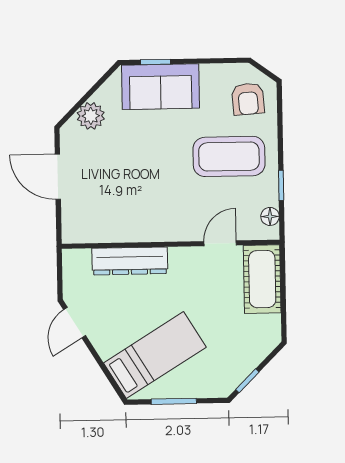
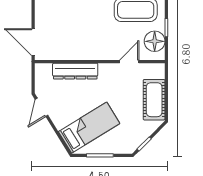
door: (58, 177) -> (33, 42), moved
floor lamp: (270, 216) -> (155, 41), width x1.89, depth x1.89
cot: (262, 279) -> (154, 100), moved

